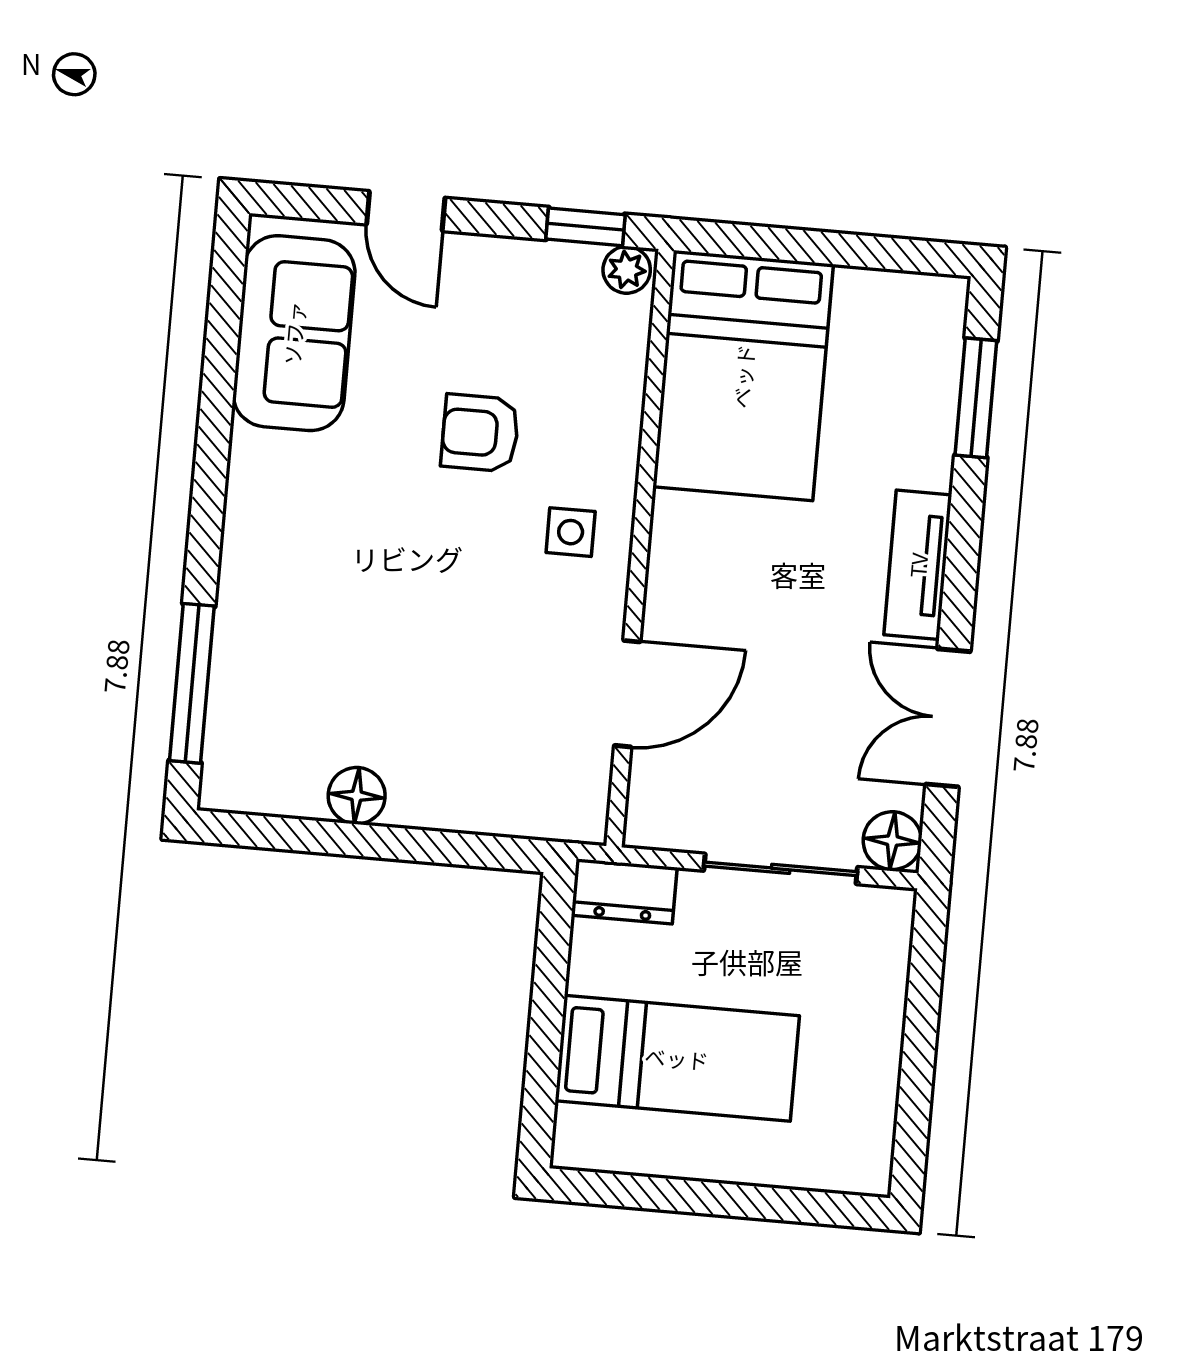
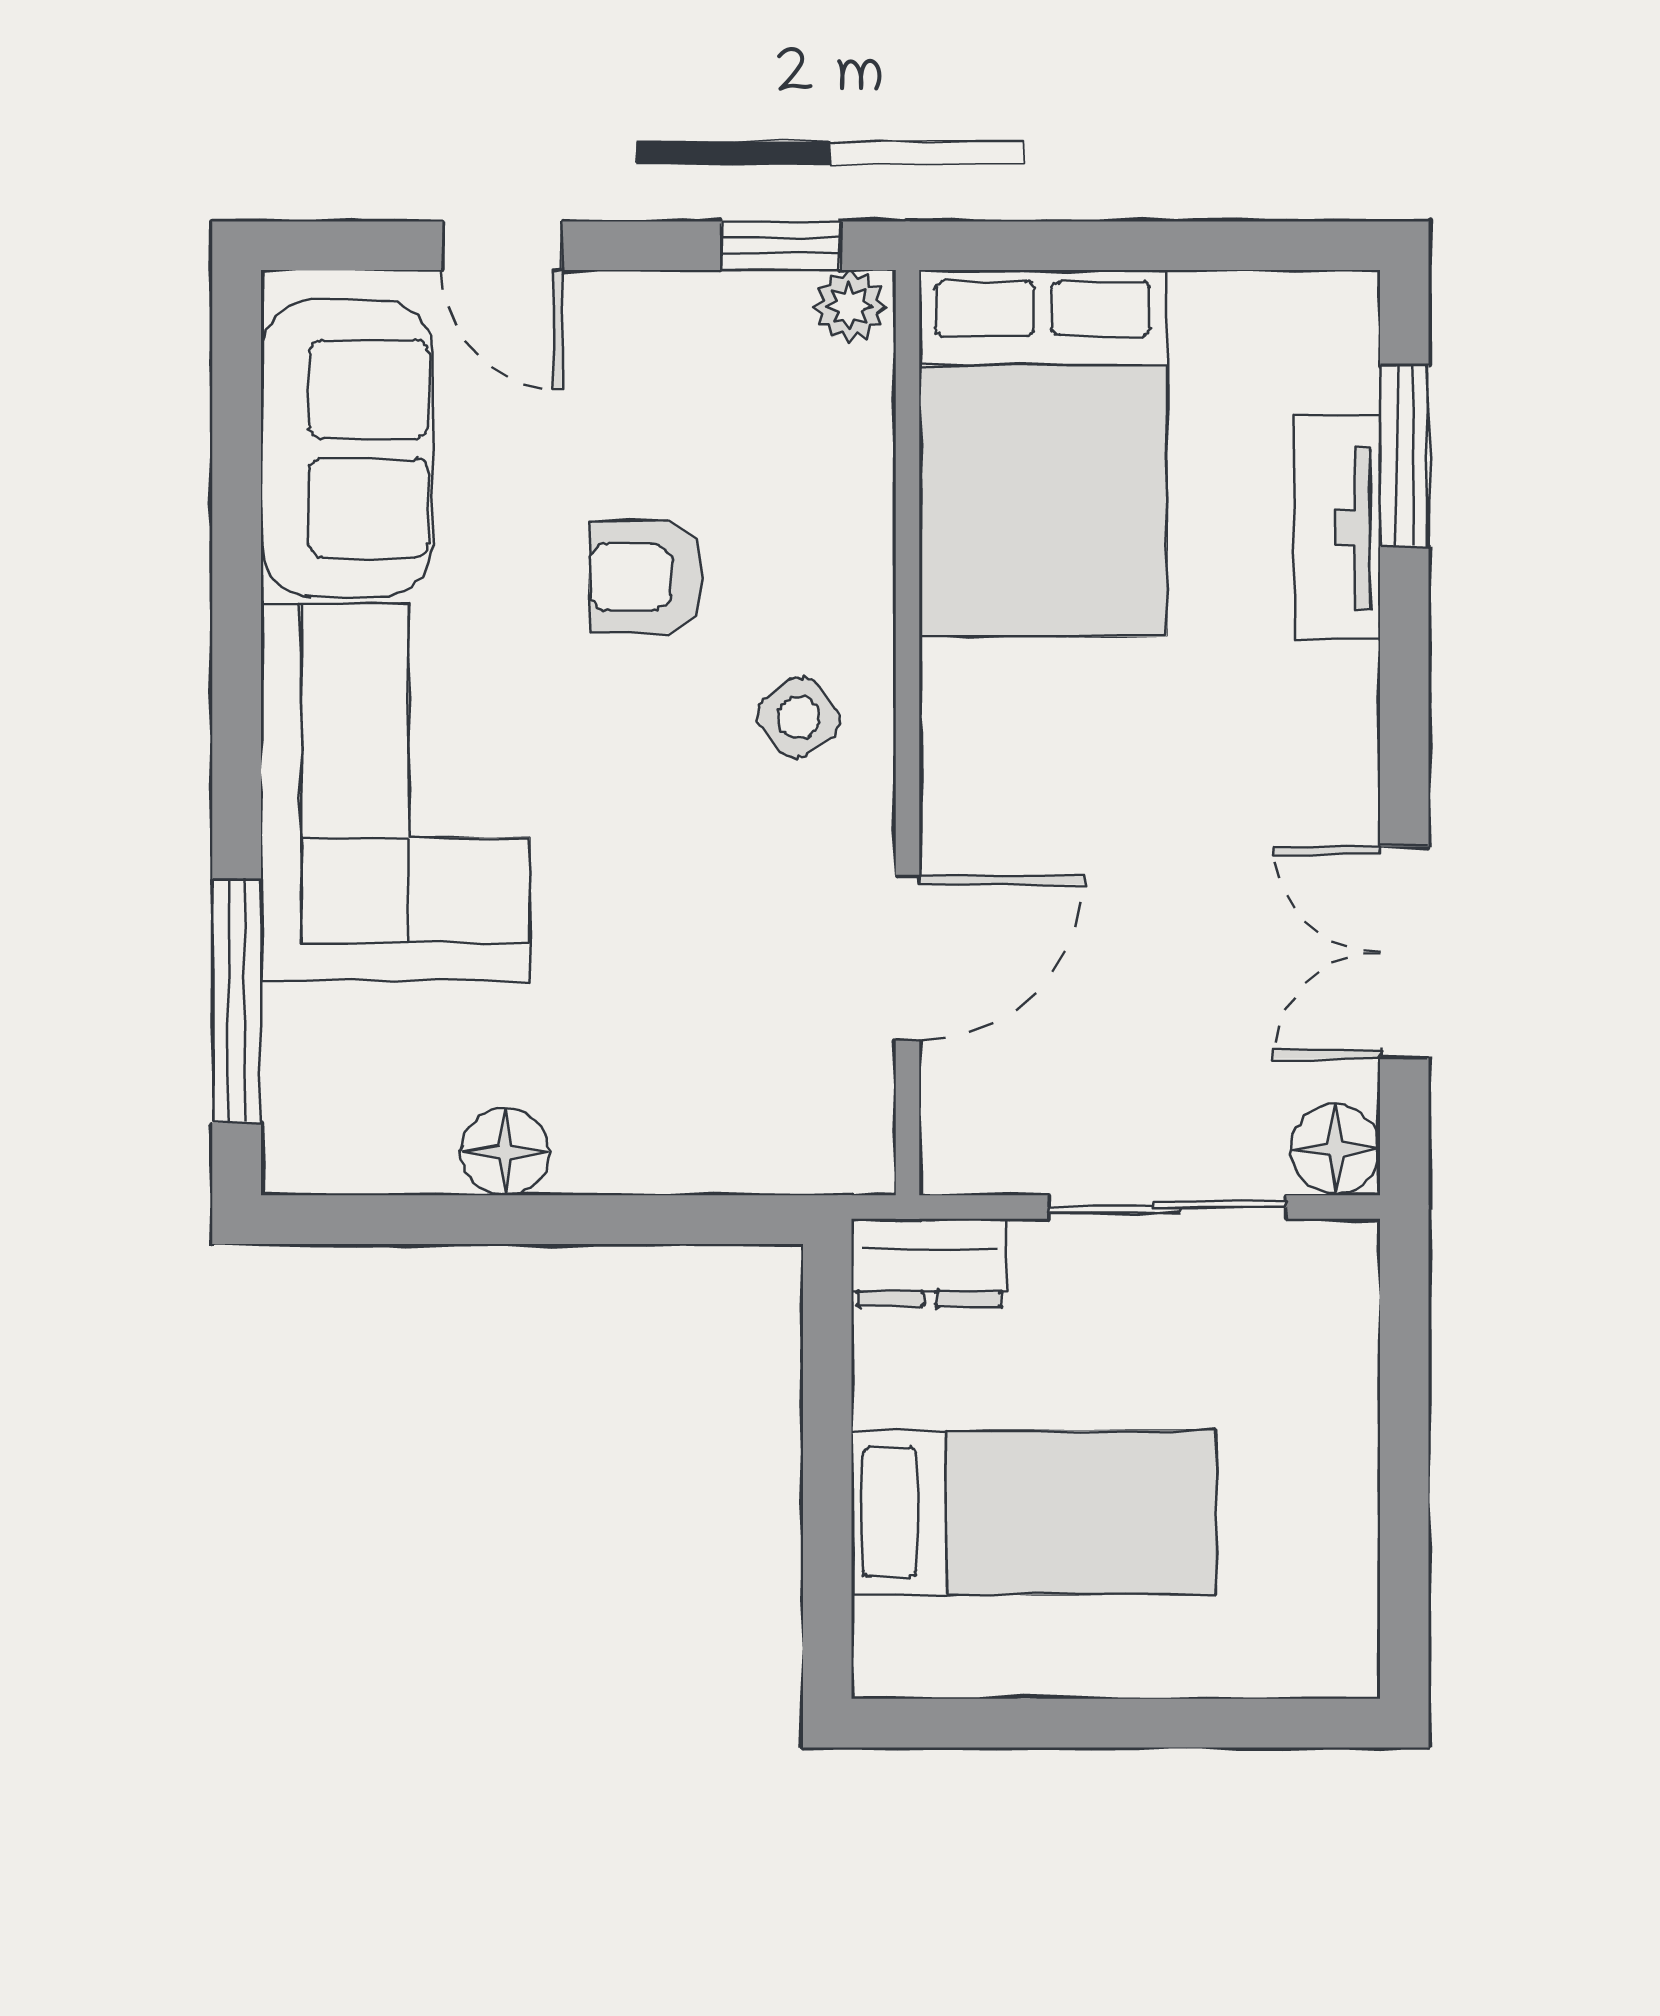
side table: (571, 532) -> (799, 717), turned -36
corner sofa: (306, 558) -> (395, 793), added
tv unit: (918, 565) -> (1337, 528), moved

